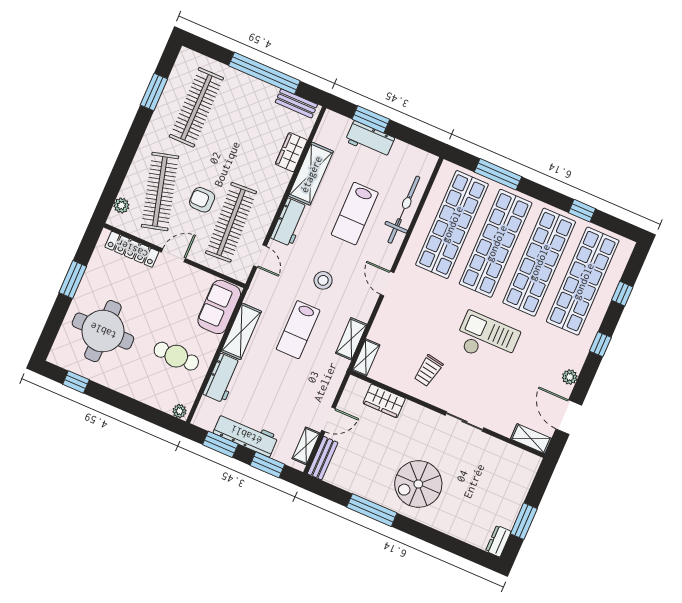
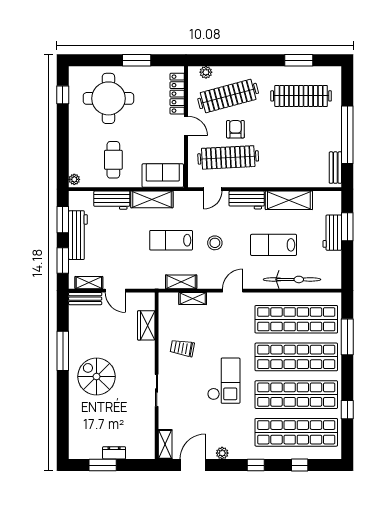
wardrobe: (291, 152) -> (298, 179), removed
shelving: (366, 358) -> (193, 298), moved
dresser: (498, 541) -> (114, 453), moved

